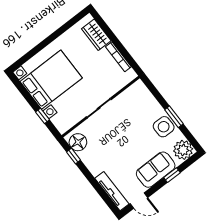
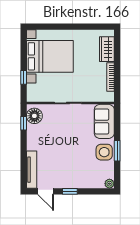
plant: (183, 150) -> (109, 184), width x0.53, depth x0.53
sofa: (156, 170) -> (104, 121), moved, turned -90
window: (172, 175) -> (70, 191), moved

